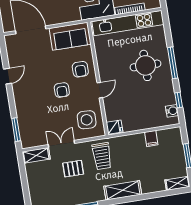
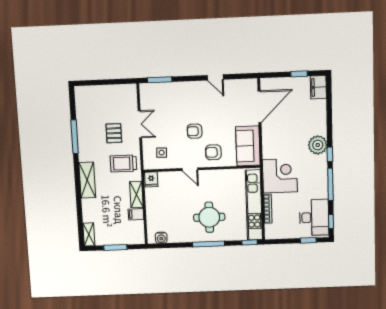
window: (179, 100) -> (250, 242), moved
side table: (87, 120) -> (162, 153), width x0.54, depth x0.54
shelving: (36, 155) -> (136, 195), moved

